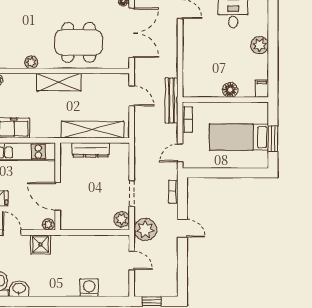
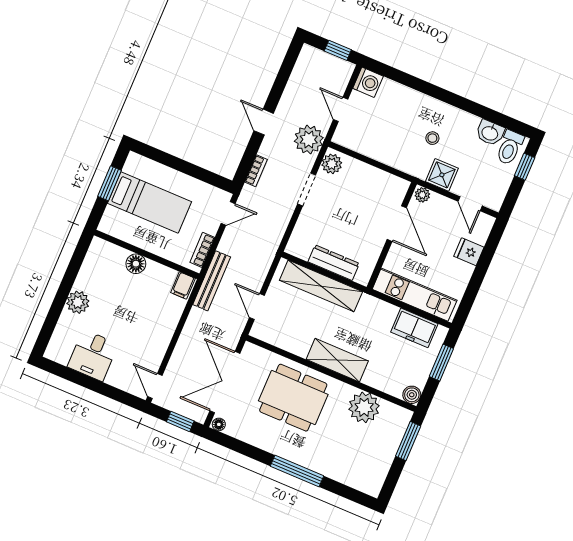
plant: (31, 62) -> (364, 407), width x1.88, depth x1.88
filing cabinet: (262, 89) -> (183, 285), moved
stool: (58, 268) -> (432, 138), added
washing machine: (89, 288) -> (368, 82), moved, turned -90

